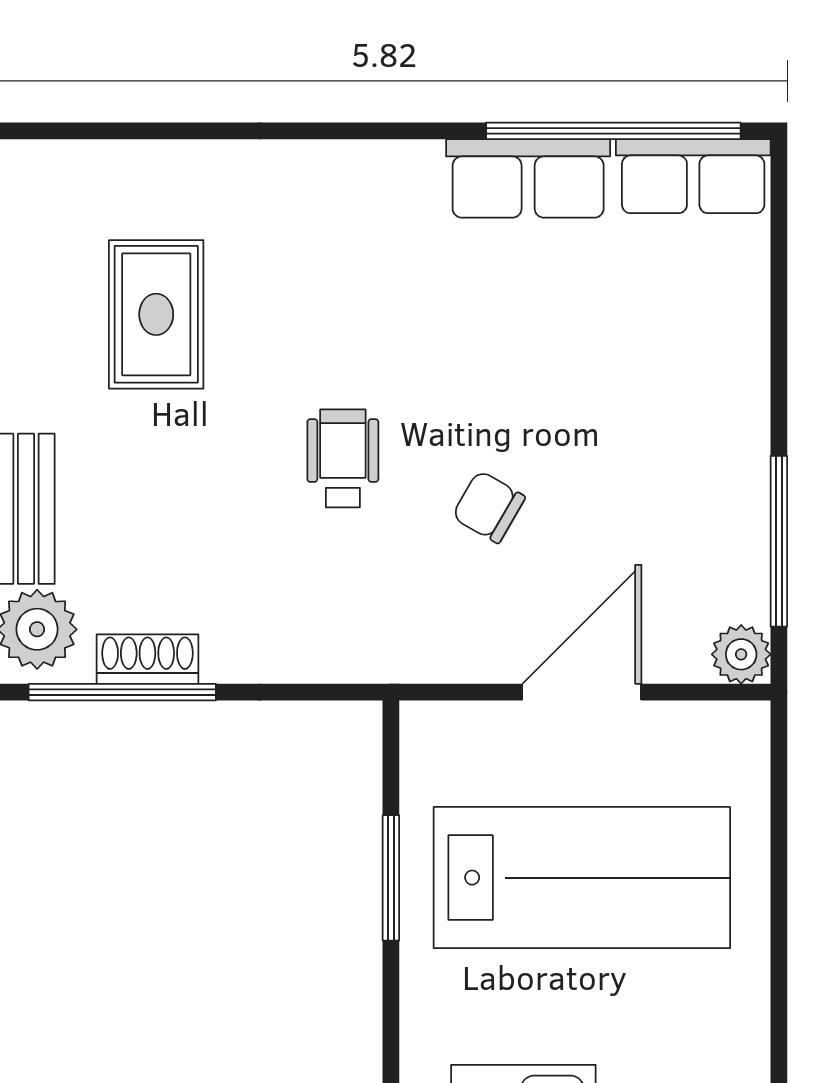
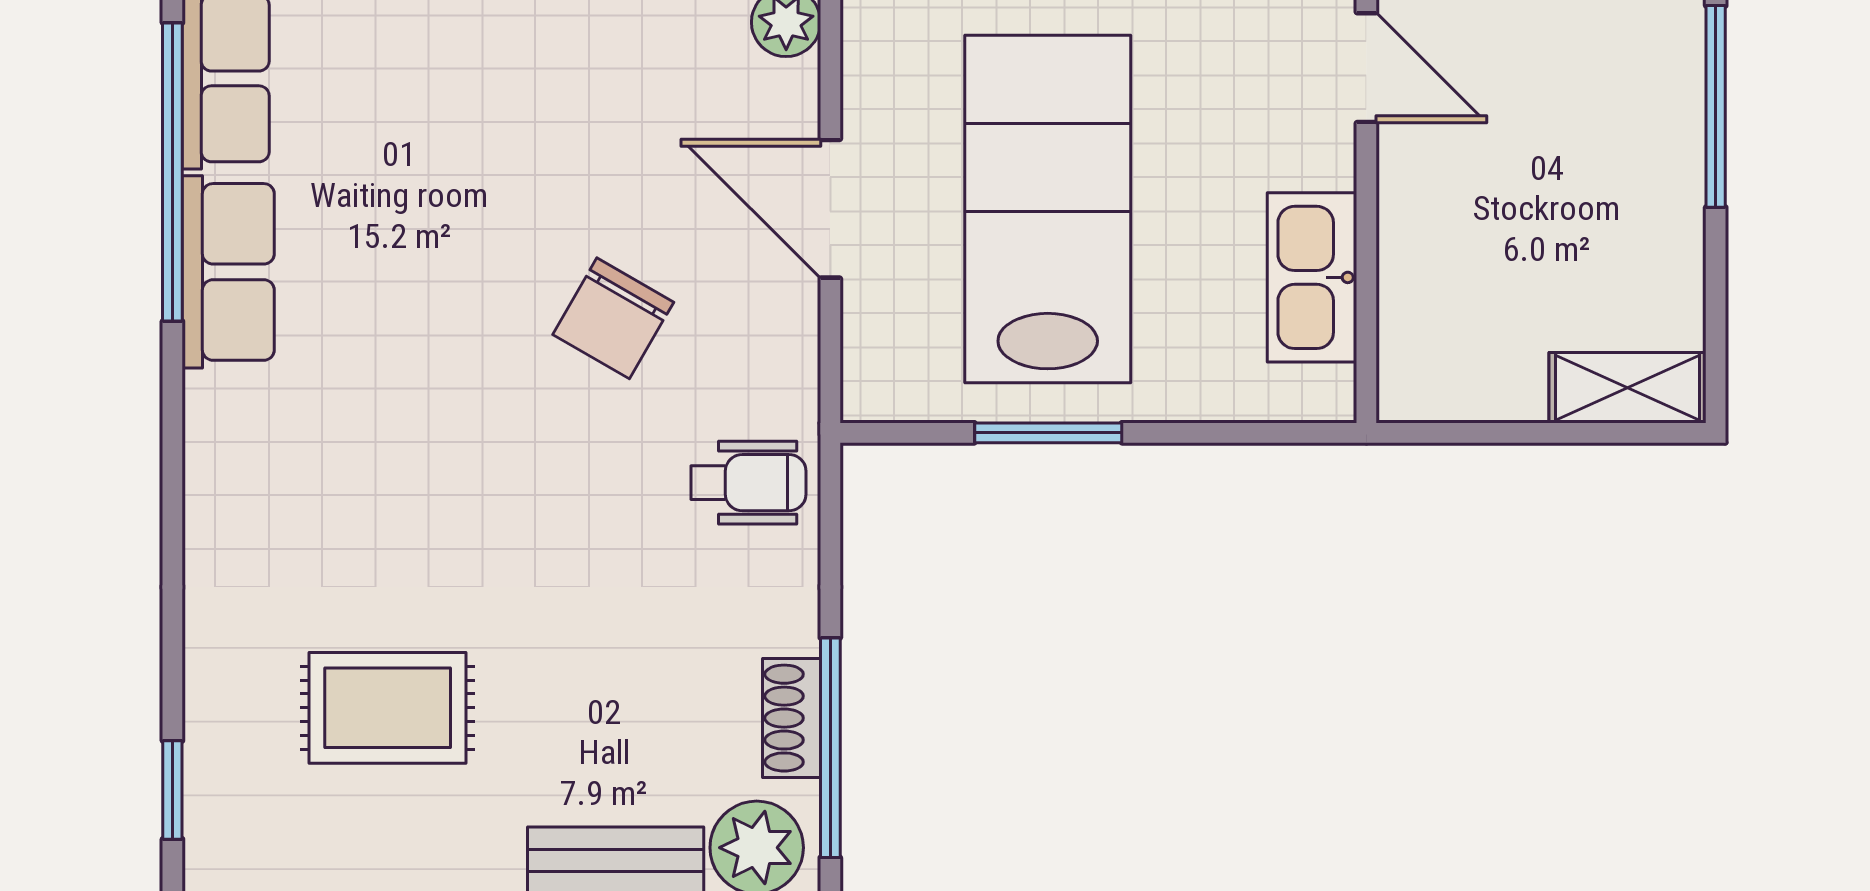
window: (86, 131) -> (172, 790), added
wheelchair: (343, 458) -> (748, 483), moved, turned 180
chair: (489, 507) -> (613, 318), width x1.37, depth x1.37

